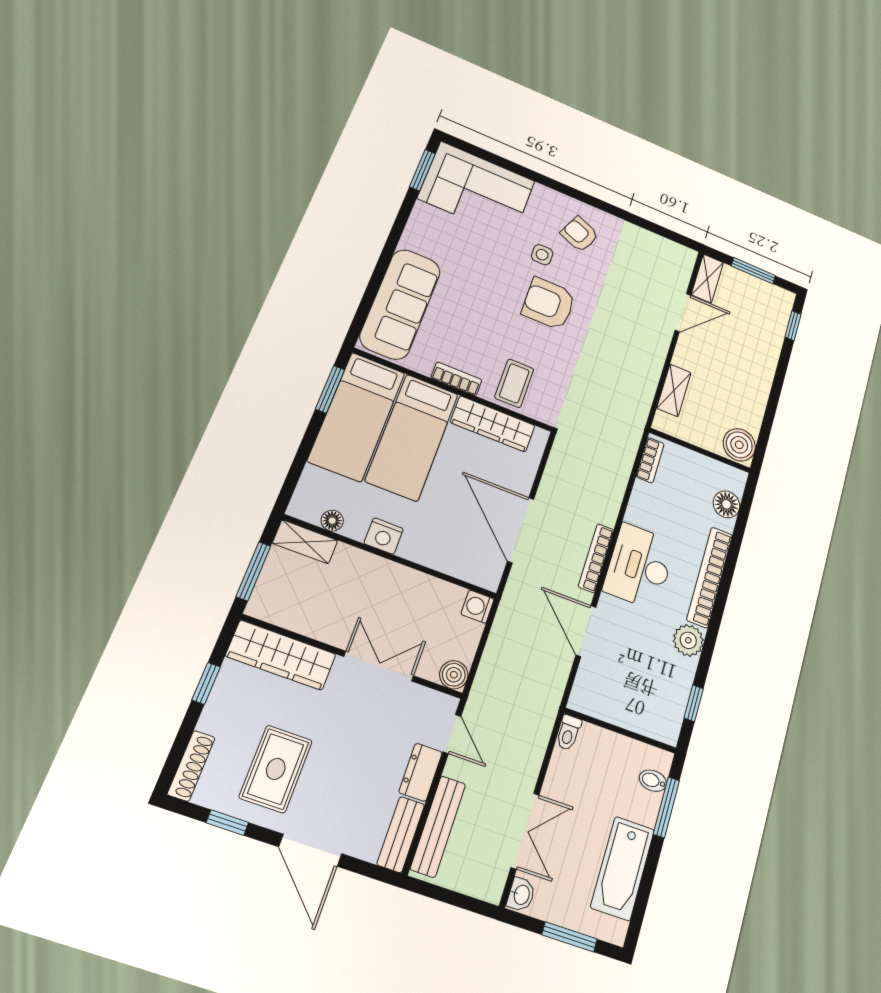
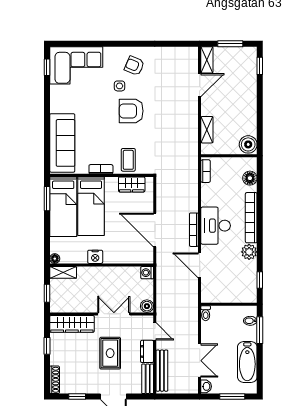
window: (422, 170) -> (47, 67), width x0.67
wardrobe: (493, 424) -> (132, 184), width x0.67
floor lamp: (332, 521) -> (55, 259), moved
window: (253, 571) -> (47, 293), width x0.67
rug: (276, 769) -> (110, 353), moved

